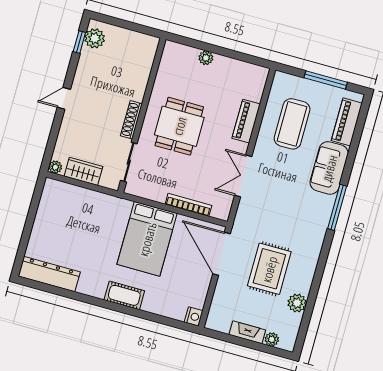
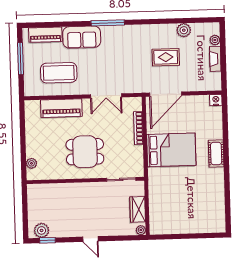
plant: (206, 58) -> (31, 163), moved
shoe rack: (131, 120) -> (91, 187), removed
piano: (246, 121) -> (61, 108), width x1.37, depth x1.33
rug: (269, 269) -> (166, 57), width x0.73, depth x0.70
dresser: (49, 274) -> (217, 211), removed

